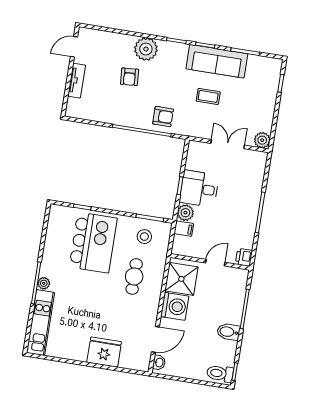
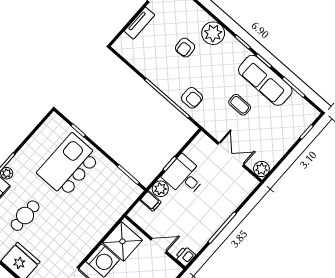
stool: (144, 237) -> (114, 187), removed
kitchen island: (93, 243) -> (69, 165), turned 180
cafe table: (134, 276) -> (25, 216), moved

